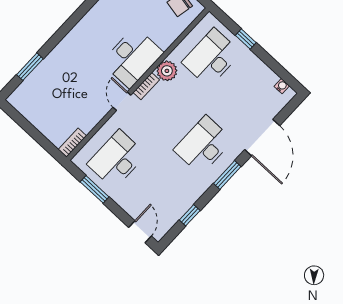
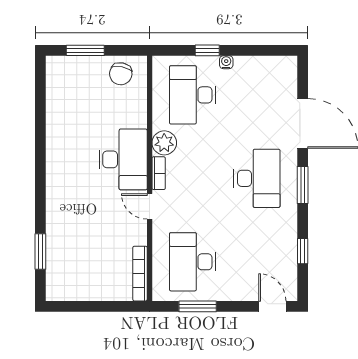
water cooler: (282, 86) -> (226, 62), moved
bookcase: (72, 143) -> (140, 274), width x1.56
desk: (203, 145) -> (257, 178), turned 180

